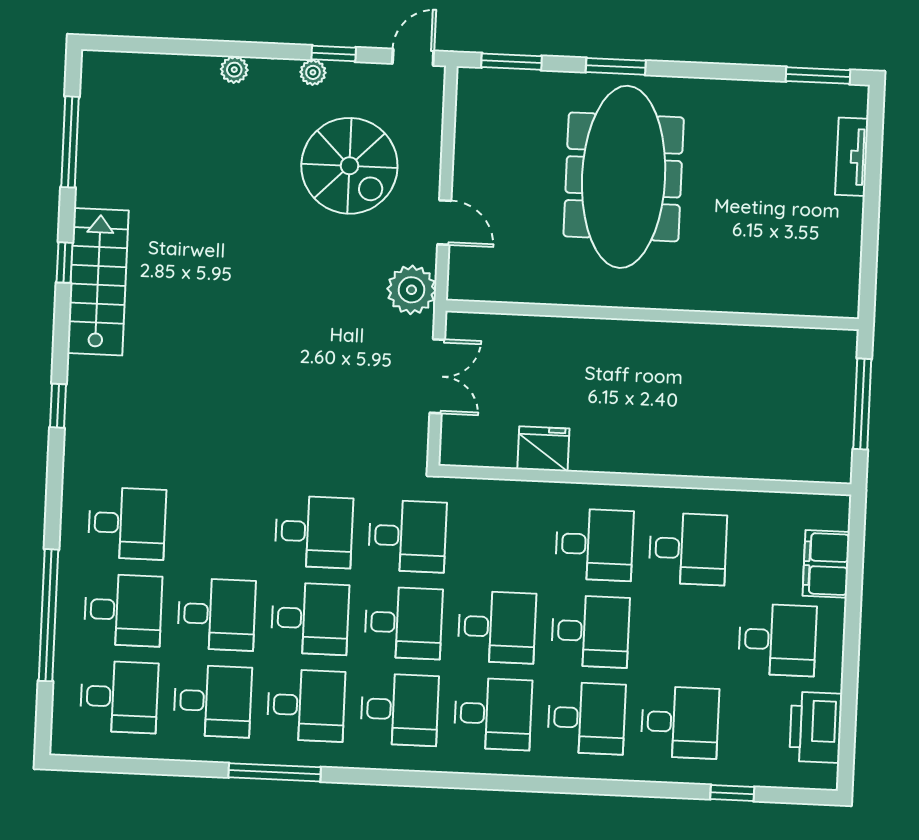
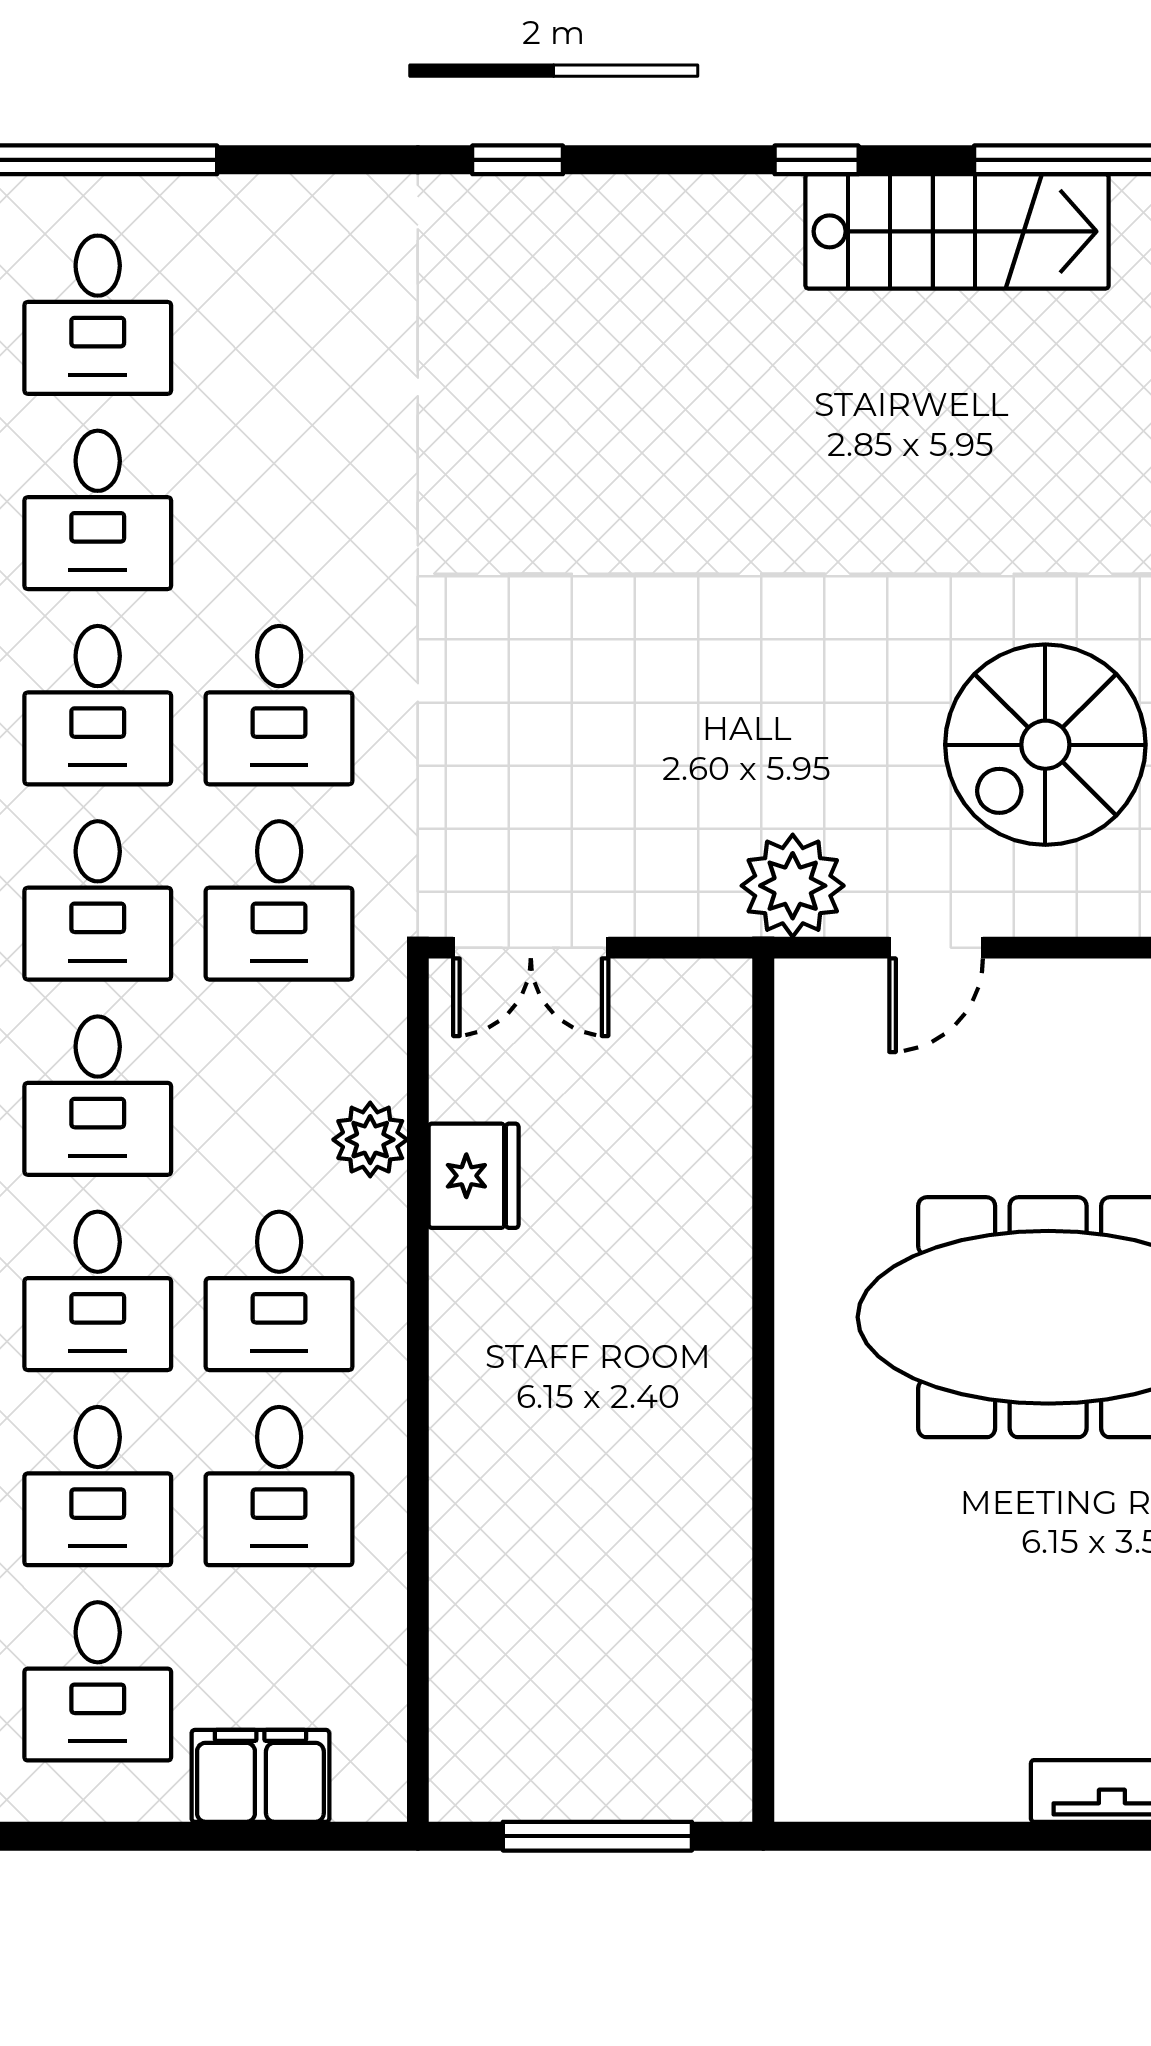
stairs: (98, 282) -> (957, 231), moved
double door: (437, 376) -> (531, 948), moved
plant: (524, 498) -> (370, 1140), added
desk: (127, 523) -> (98, 1486), moved

